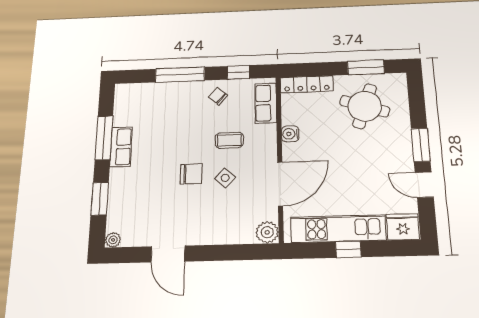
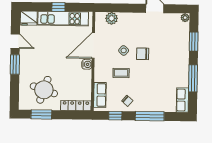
water cooler: (290, 134) -> (87, 64), moved
row of seats: (121, 147) -> (182, 100), moved
plant: (267, 232) -> (112, 18), moved

